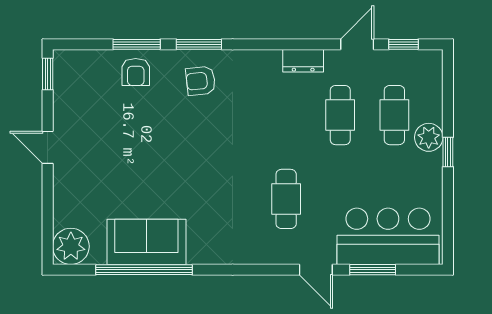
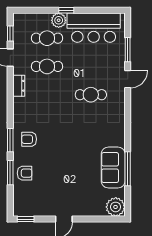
armchair: (201, 81) -> (29, 139), turned 96
bar counter: (388, 236) -> (94, 28), moved, turned -90
window: (144, 270) -> (128, 169), width x0.68

